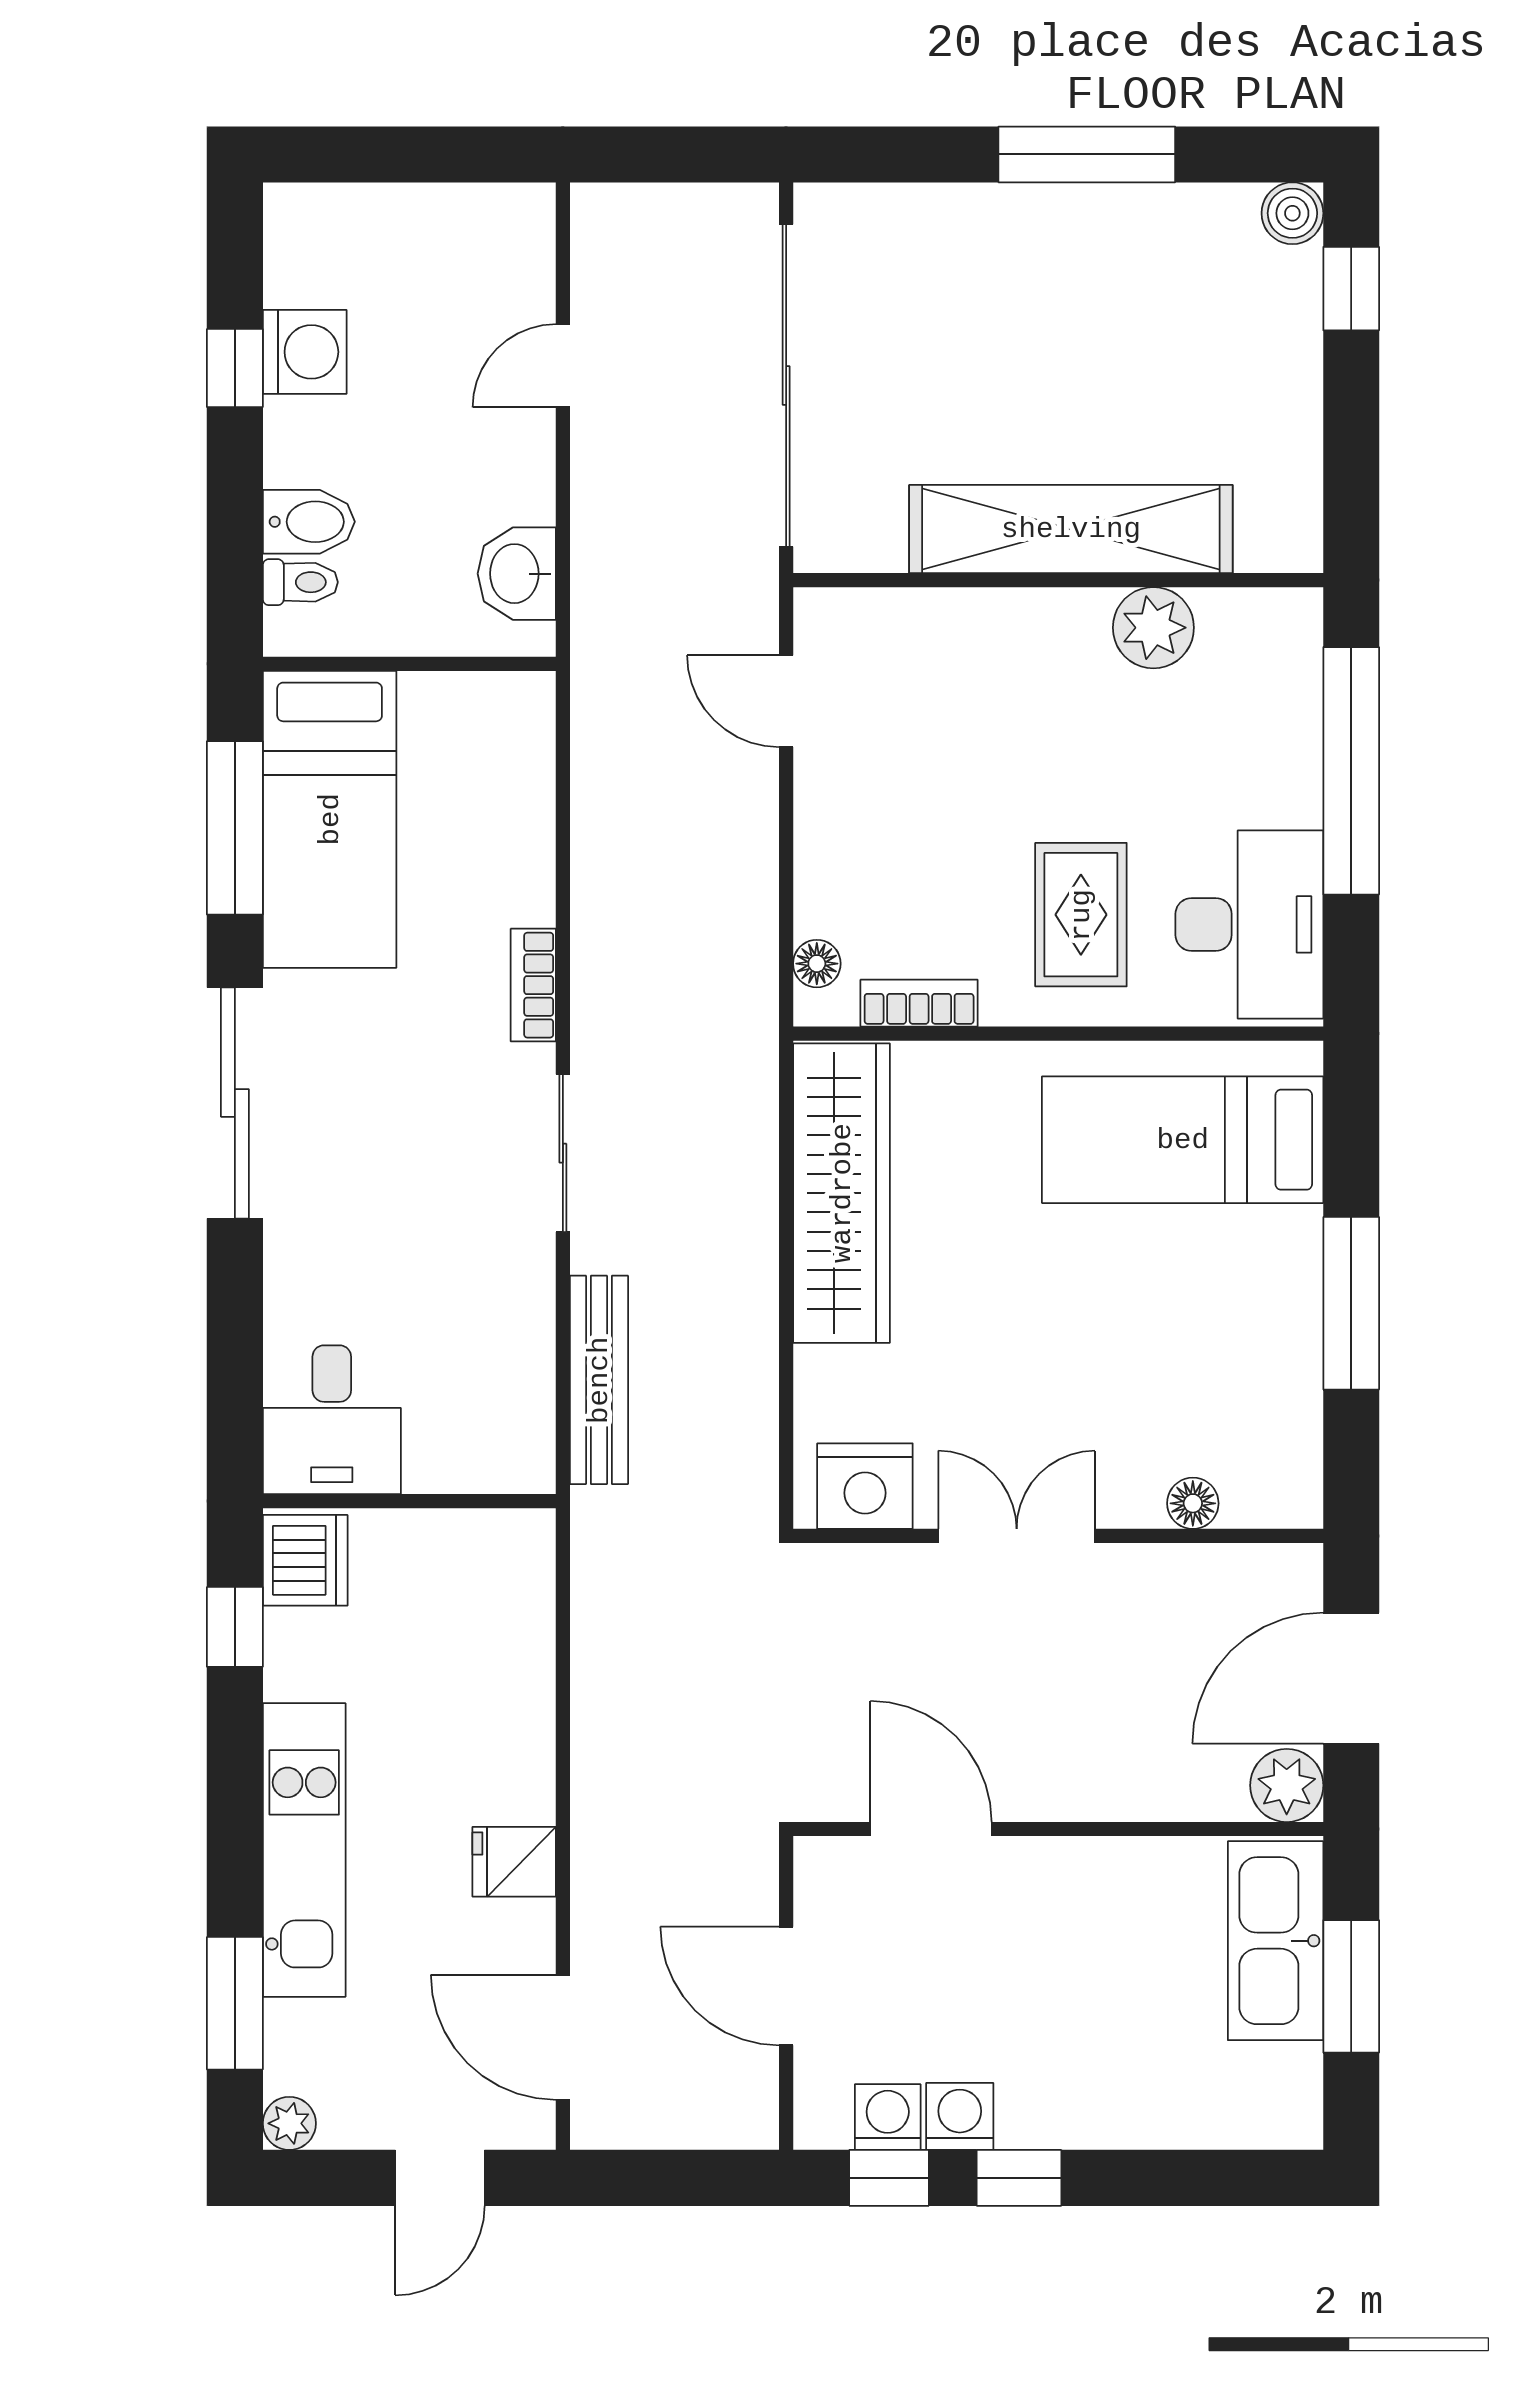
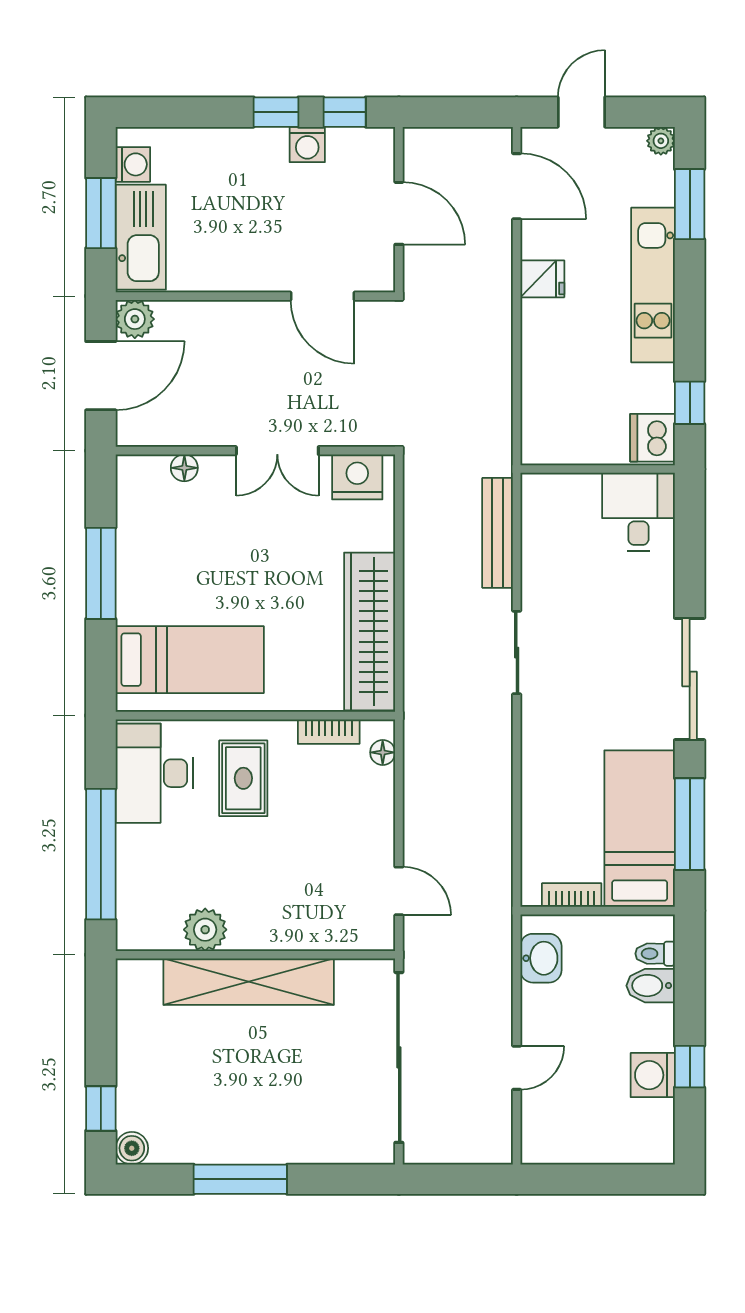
bookcase: (533, 985) -> (572, 895), moved, turned -90
washing machine: (888, 2117) -> (133, 164), moved, turned -90

